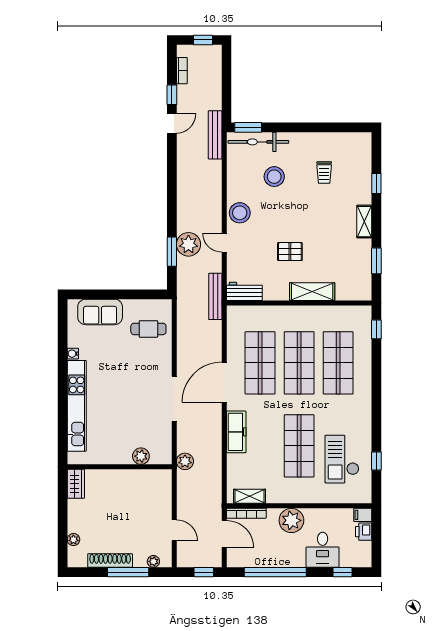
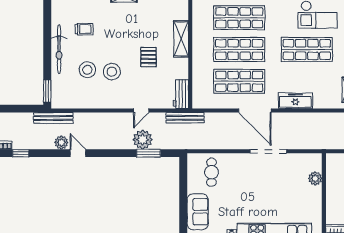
door: (172, 123) -> (78, 153), moved
bicycle: (258, 142) -> (59, 49), moved
stool: (240, 213) -> (112, 72), moved
plant: (185, 461) -> (61, 142), moved

